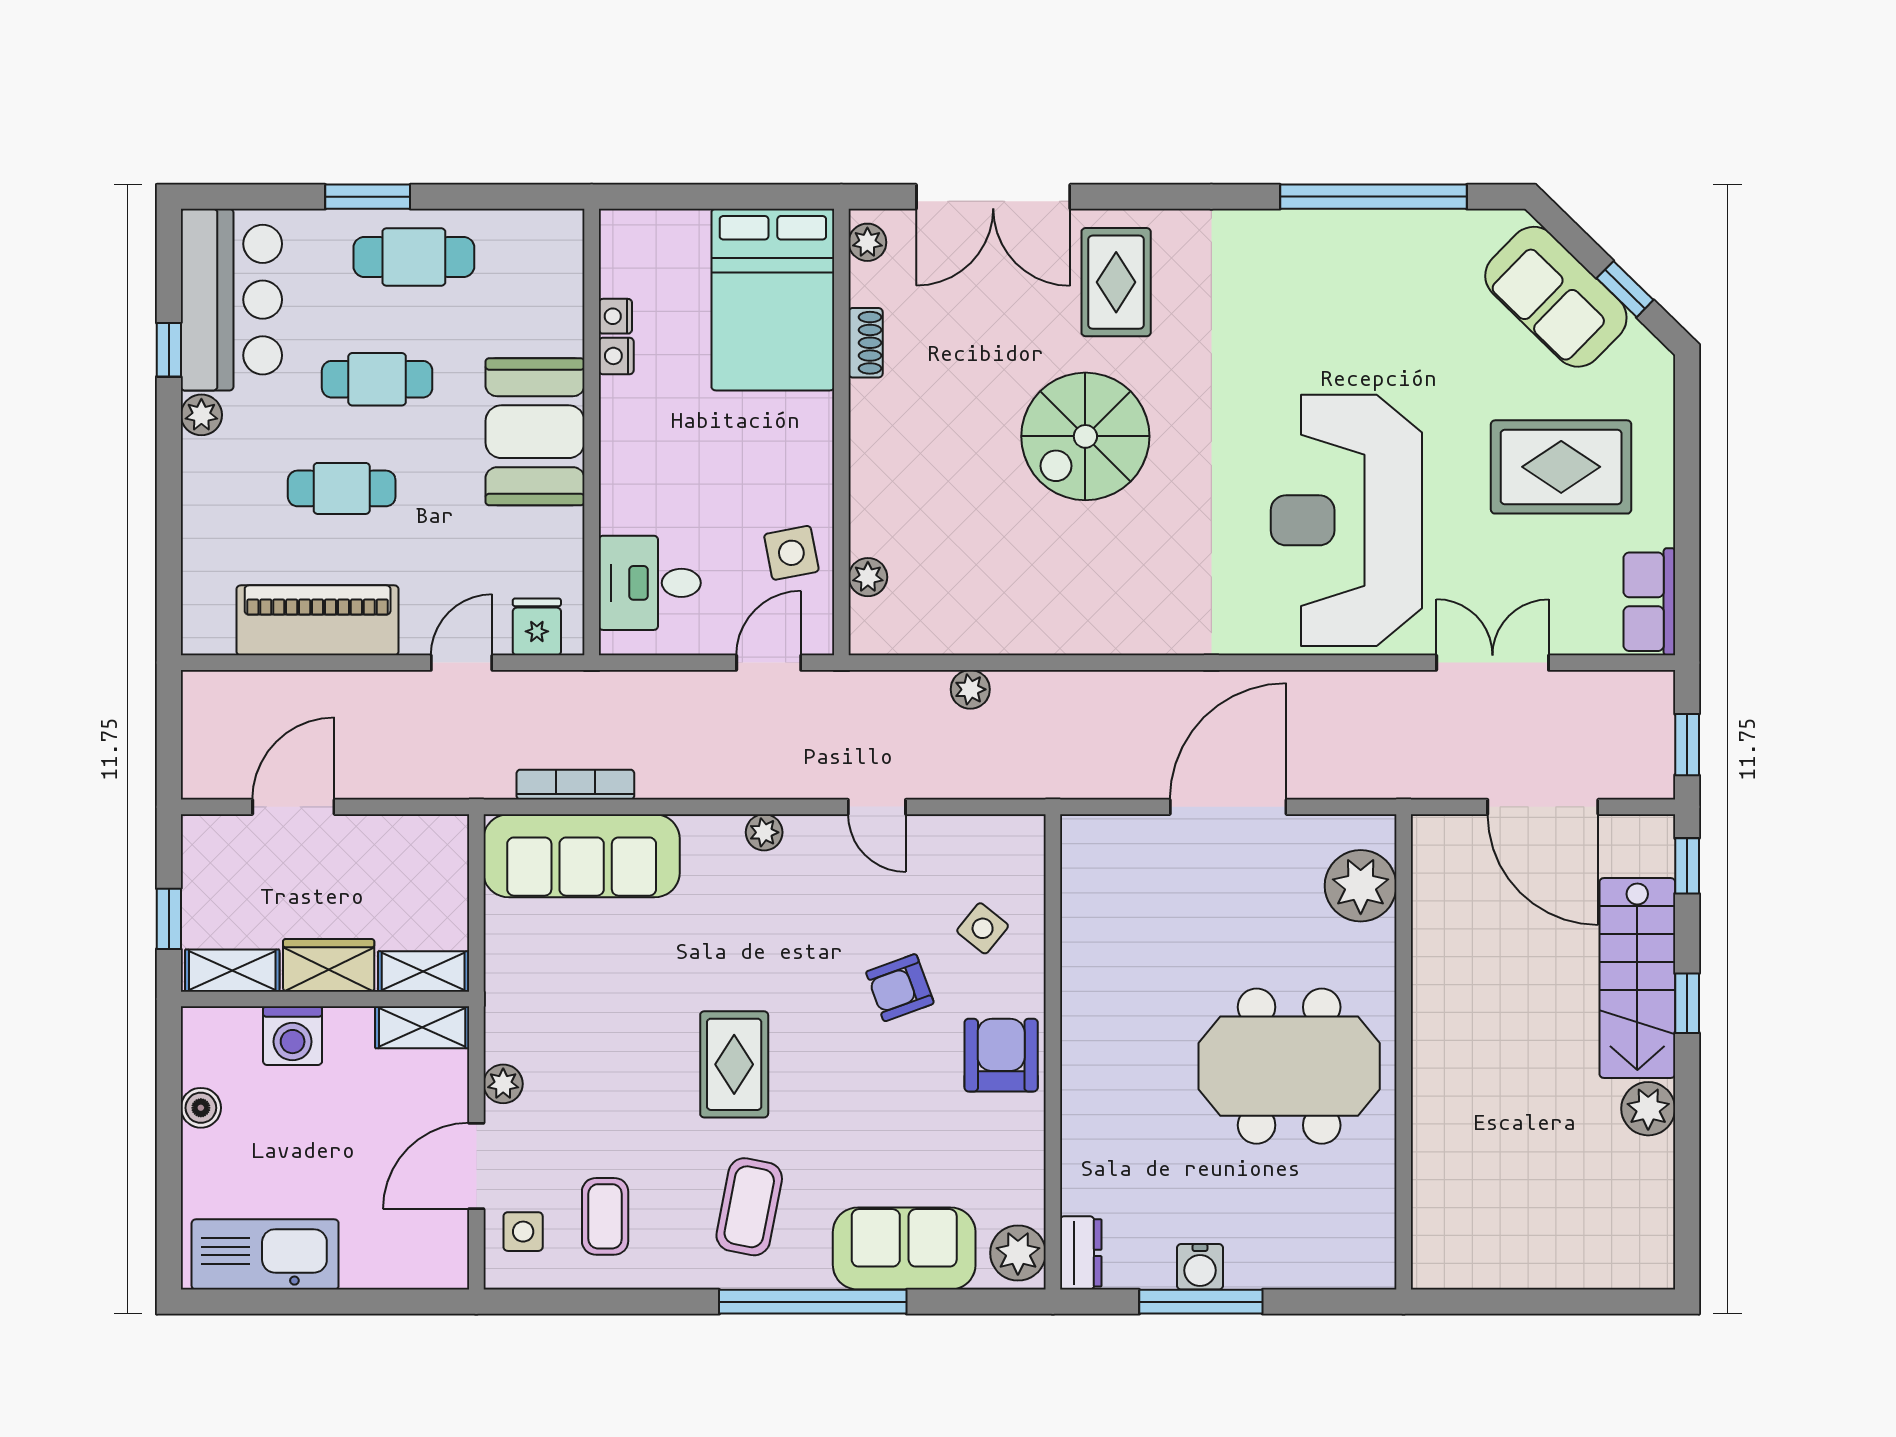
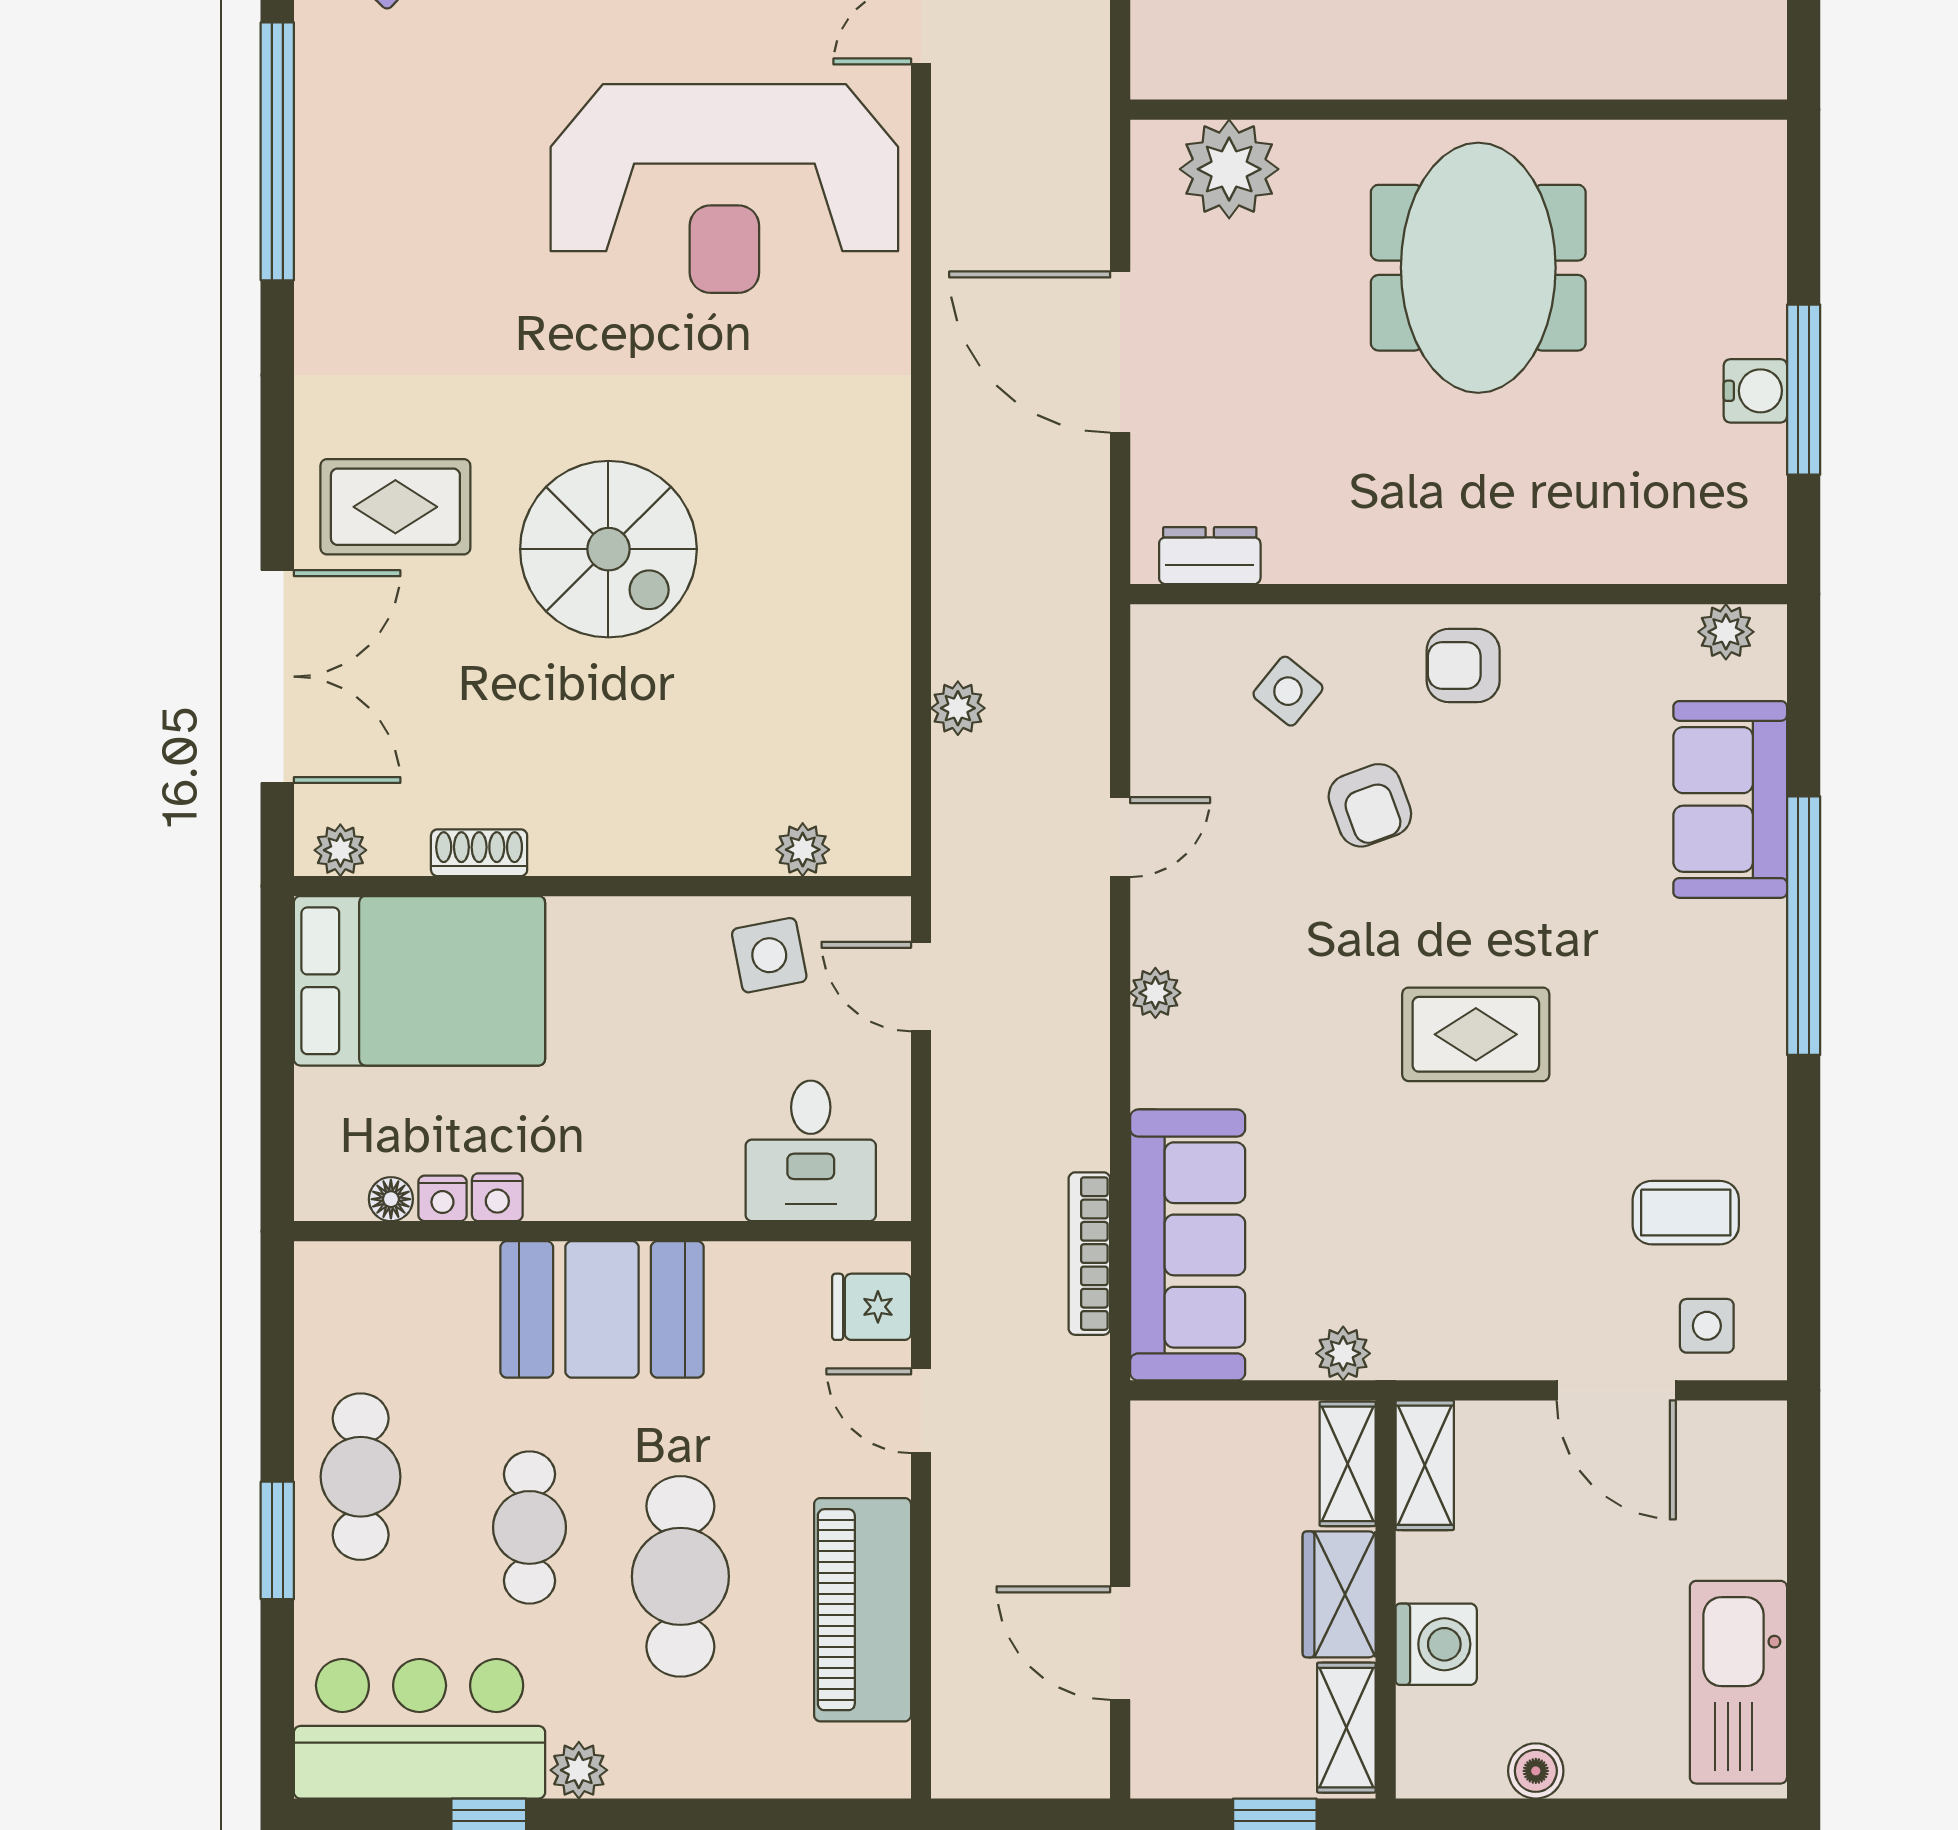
floor lamp: (615, 279) -> (391, 1199), added
cafe table: (342, 488) -> (680, 1576), width x1.37, depth x1.35
armchair: (1001, 1055) -> (1463, 665), width x0.72, depth x0.72
plant: (503, 1084) -> (1343, 1353), moved
coffee table: (749, 1207) -> (1673, 1013), removed
plant: (1018, 1253) -> (1726, 632), width x0.73, depth x0.73
dresser: (1081, 1253) -> (1210, 556), moved

